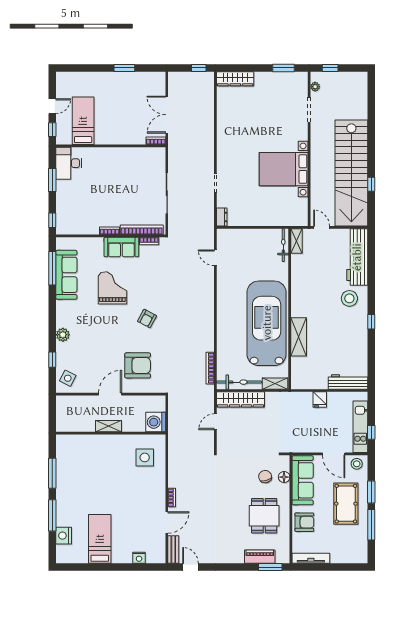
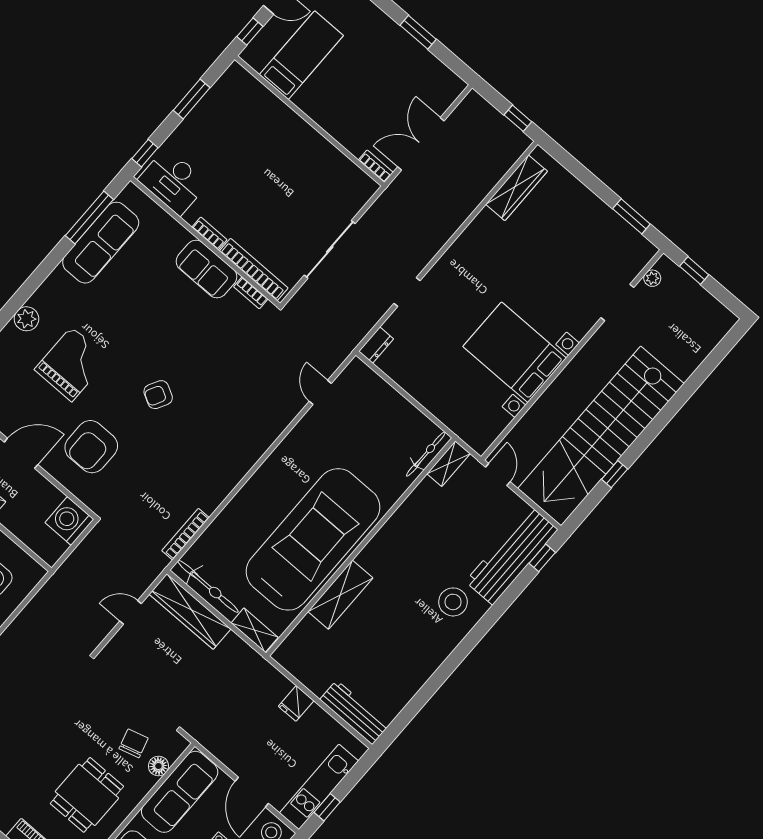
wardrobe: (235, 79) -> (517, 188), moved, turned -90
desk: (69, 163) -> (173, 181), moved, turned -90
grand piano: (112, 288) -> (72, 364), moved
window: (371, 322) -> (542, 558), moved
armchair: (138, 365) -> (91, 447), turned 90
washing machine: (156, 422) -> (69, 521), moved

